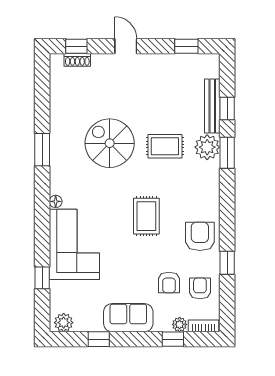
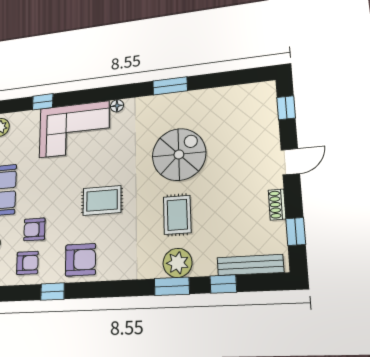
shoe rack: (77, 60) -> (277, 204), moved
bench: (212, 106) -> (250, 265), moved

